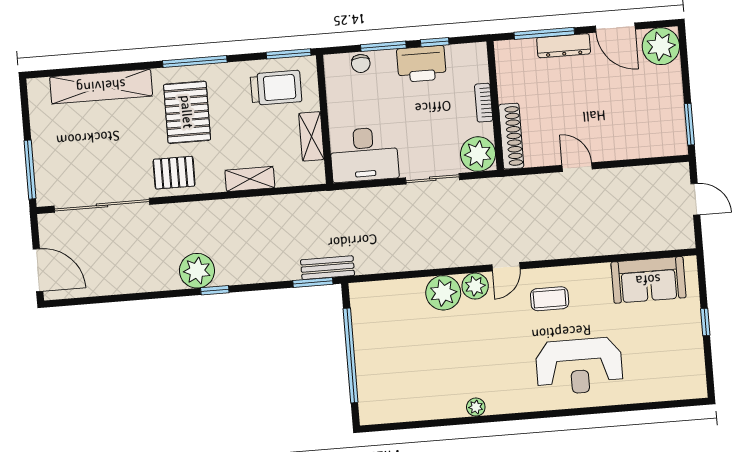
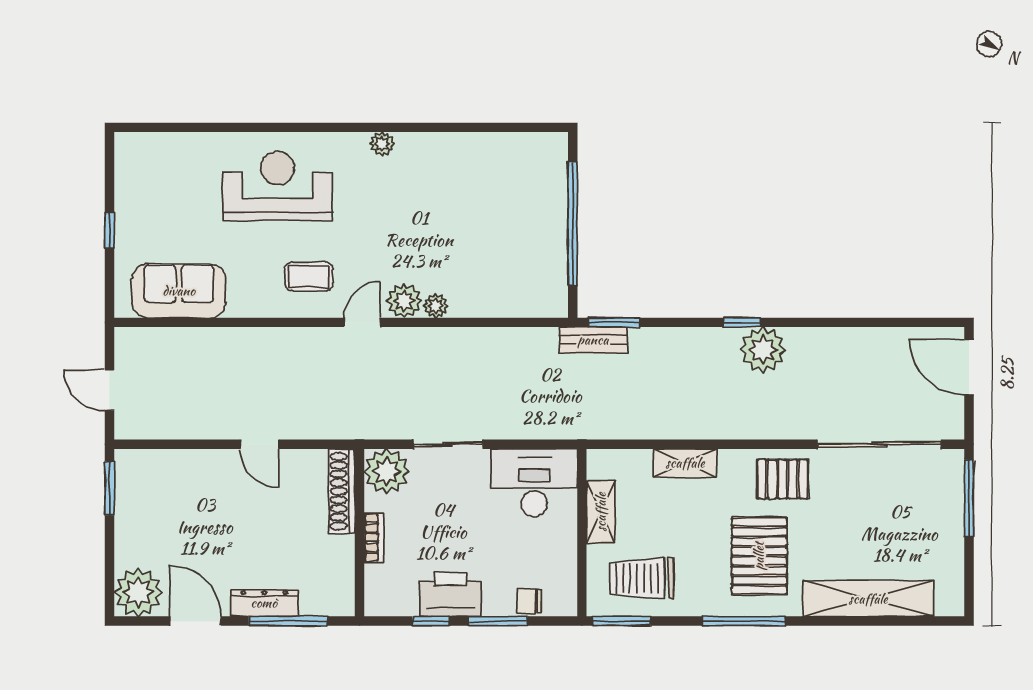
chair: (361, 63) -> (529, 601), turned -90
plant: (443, 293) -> (436, 306), width x0.53, depth x0.53
plant: (476, 407) -> (382, 144), moved

